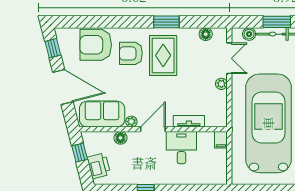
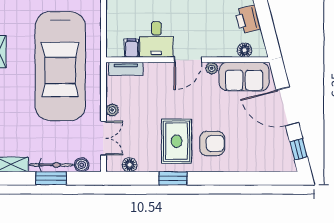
armchair: (96, 45) -> (251, 153), removed
double door: (229, 58) -> (103, 138), swing flipped
tv unit: (189, 121) -> (126, 69), moved
floor lamp: (120, 138) -> (245, 50), moved
filing cabinet: (221, 140) -> (132, 48), moved
window: (80, 153) -> (269, 34), removed

